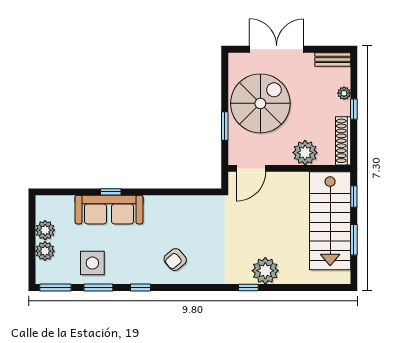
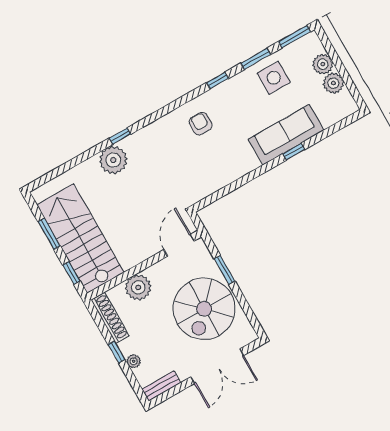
armchair: (175, 260) -> (201, 124), turned -50

